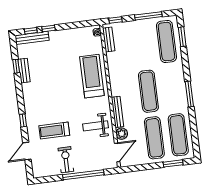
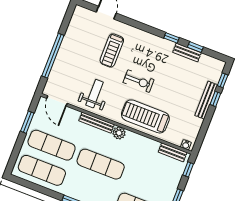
bench: (32, 38) -> (206, 100), moved
treadmill: (92, 76) -> (145, 116), turned 180
window: (23, 120) -> (171, 38), moved
treadmill: (54, 131) -> (112, 50), turned 180
plant: (122, 134) -> (119, 133), moved
exercise bike: (66, 160) -> (139, 81), moved
window: (173, 163) -> (27, 122), moved

